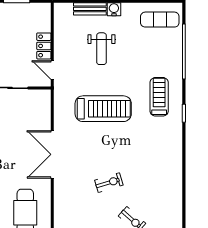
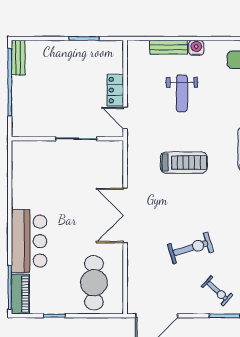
treadmill: (103, 109) -> (184, 163), width x0.73, depth x0.73
exercise bike: (109, 183) -> (190, 248), width x1.38, depth x1.39

